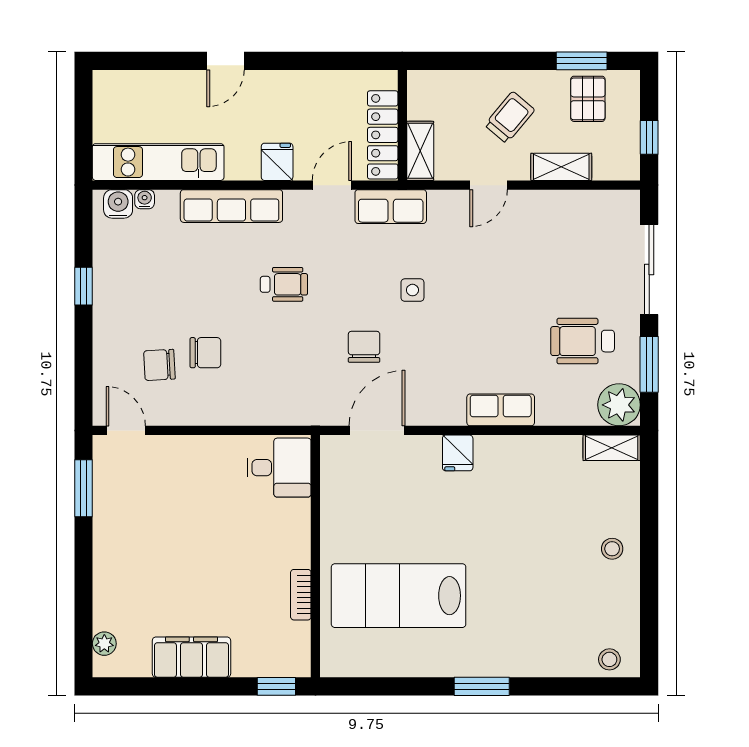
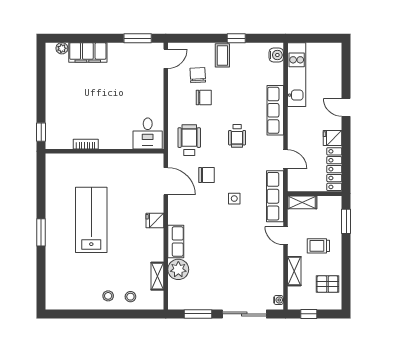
window: (582, 61) -> (346, 221), moved
trolley: (510, 117) -> (318, 246), turned 140
locker: (383, 135) -> (334, 169), moved, turned -90
fridge: (277, 162) -> (332, 138), moved, turned 180
water cooler: (145, 199) -> (279, 300), moved
row of seats: (391, 207) -> (275, 196), width x1.48
coffee table: (119, 314) -> (222, 55), added
wheelchair: (583, 341) -> (189, 140), moved
chair: (205, 353) -> (204, 98), turned -90
plant: (619, 405) -> (178, 269), moved
shelving: (612, 448) -> (157, 276), moved
lab bench: (399, 596) -> (91, 220), moved
filing cabinet: (191, 657) -> (88, 52), moved, turned 90
stool: (609, 659) -> (130, 297), moved

